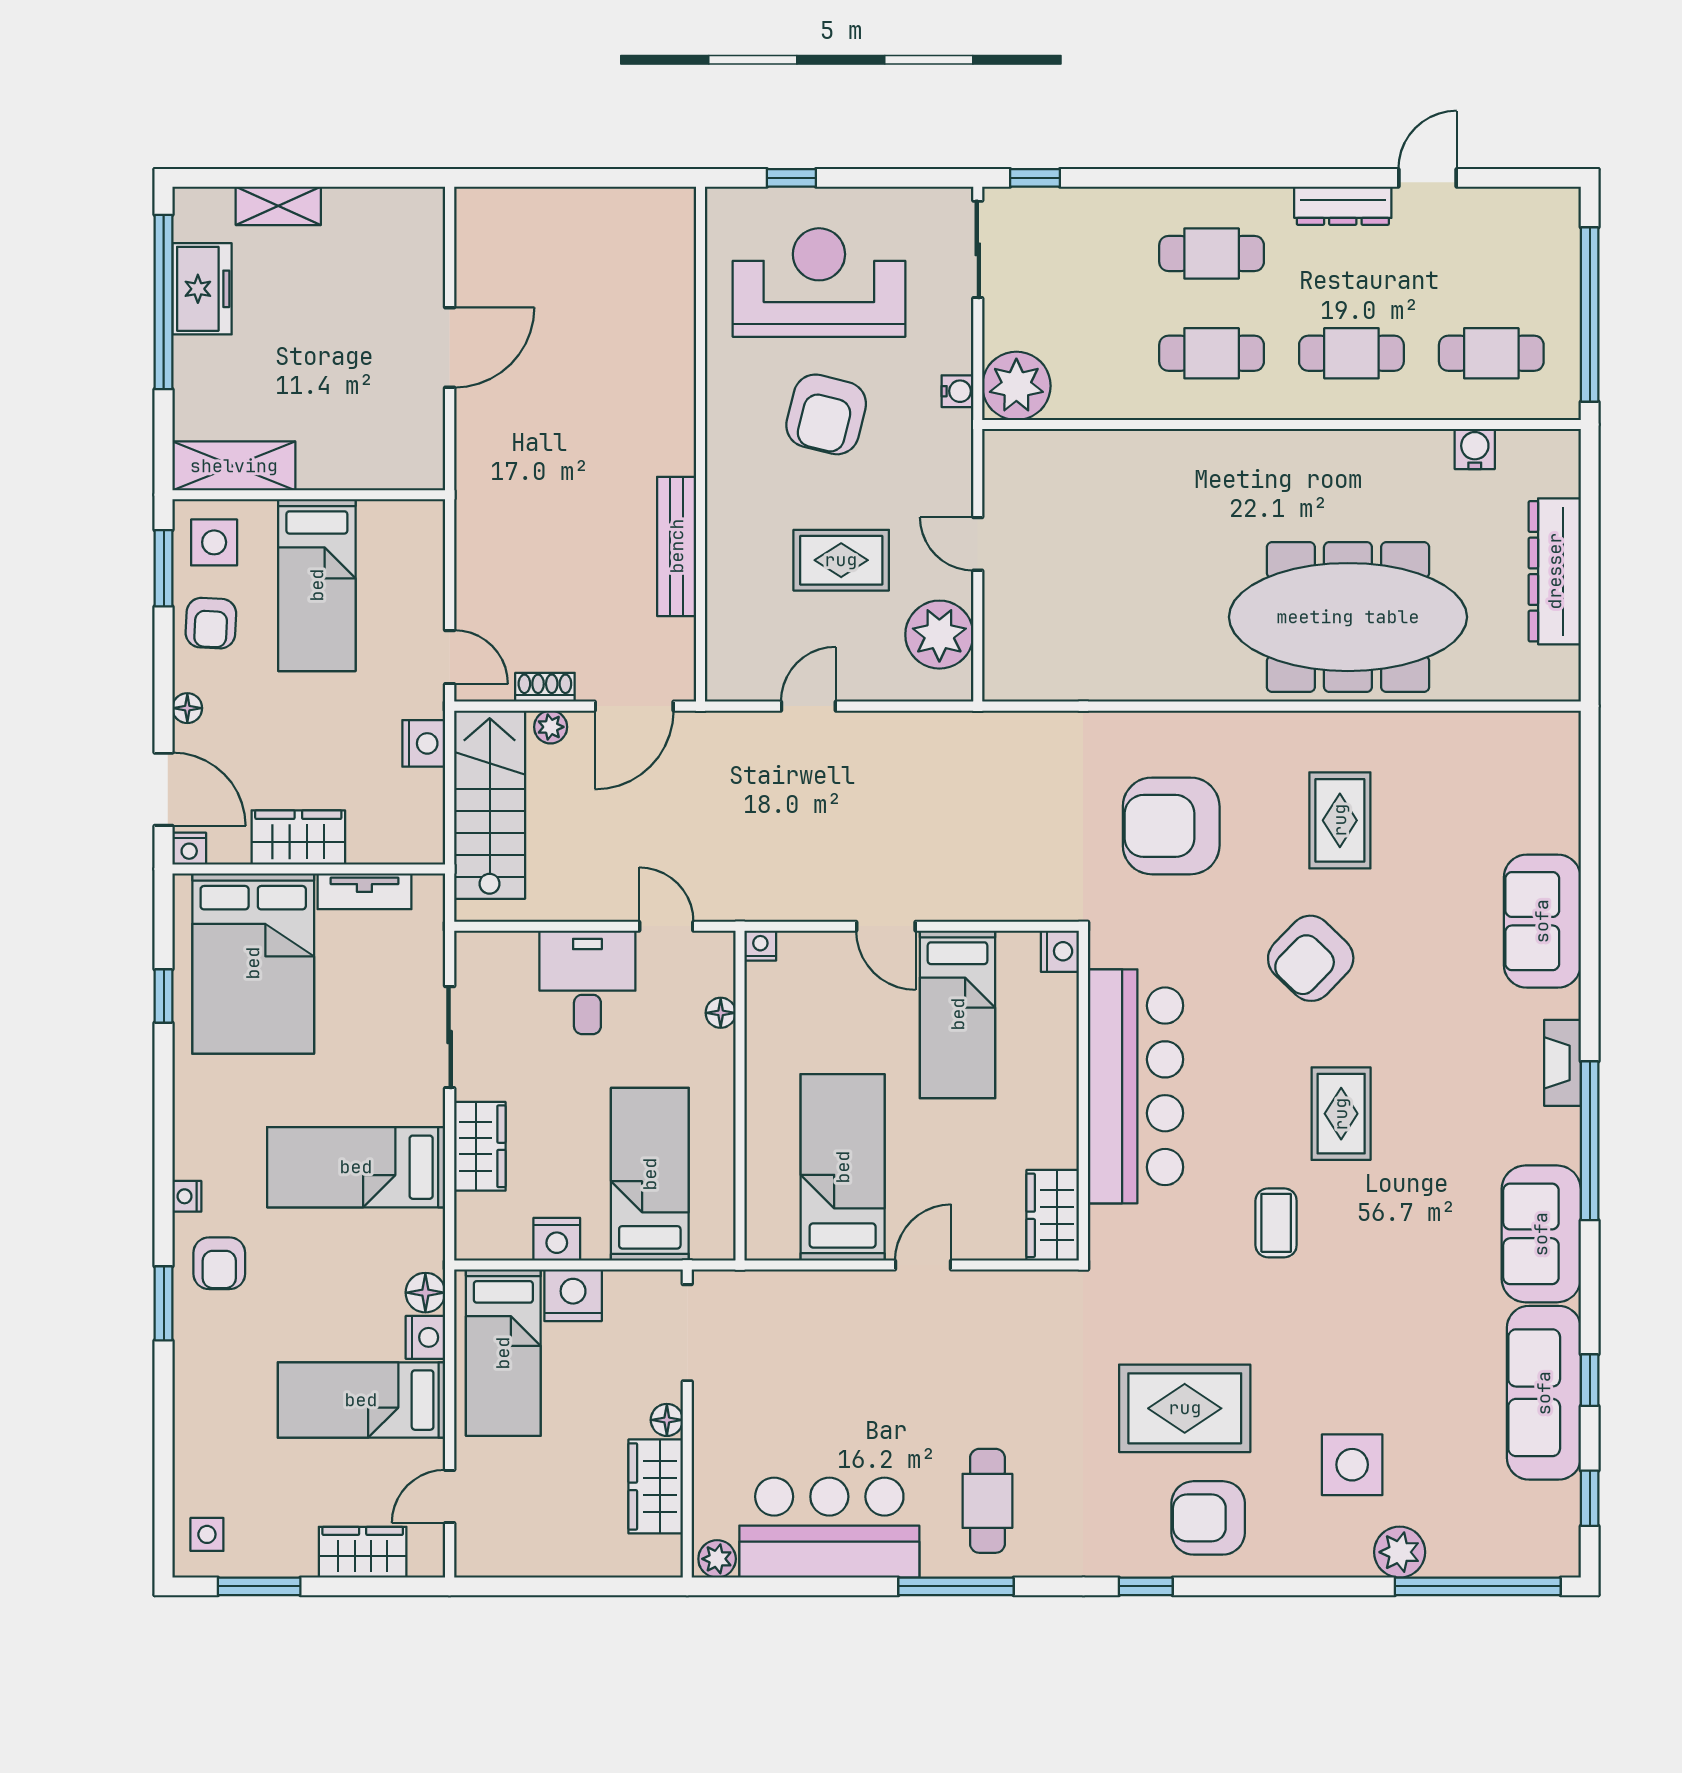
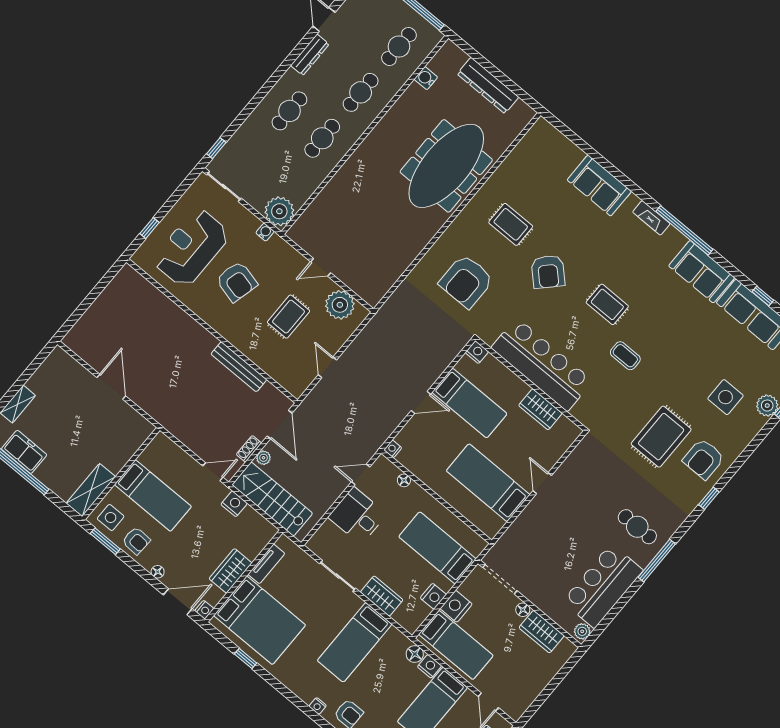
wardrobe: (1053, 1215) -> (540, 409), moved

